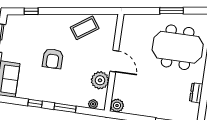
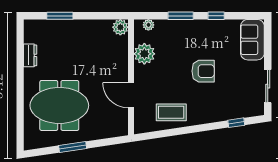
coffee table: (85, 28) -> (171, 112), turned 35
armchair: (53, 59) -> (203, 71), turned 90
door: (114, 61) -> (131, 95), moved

